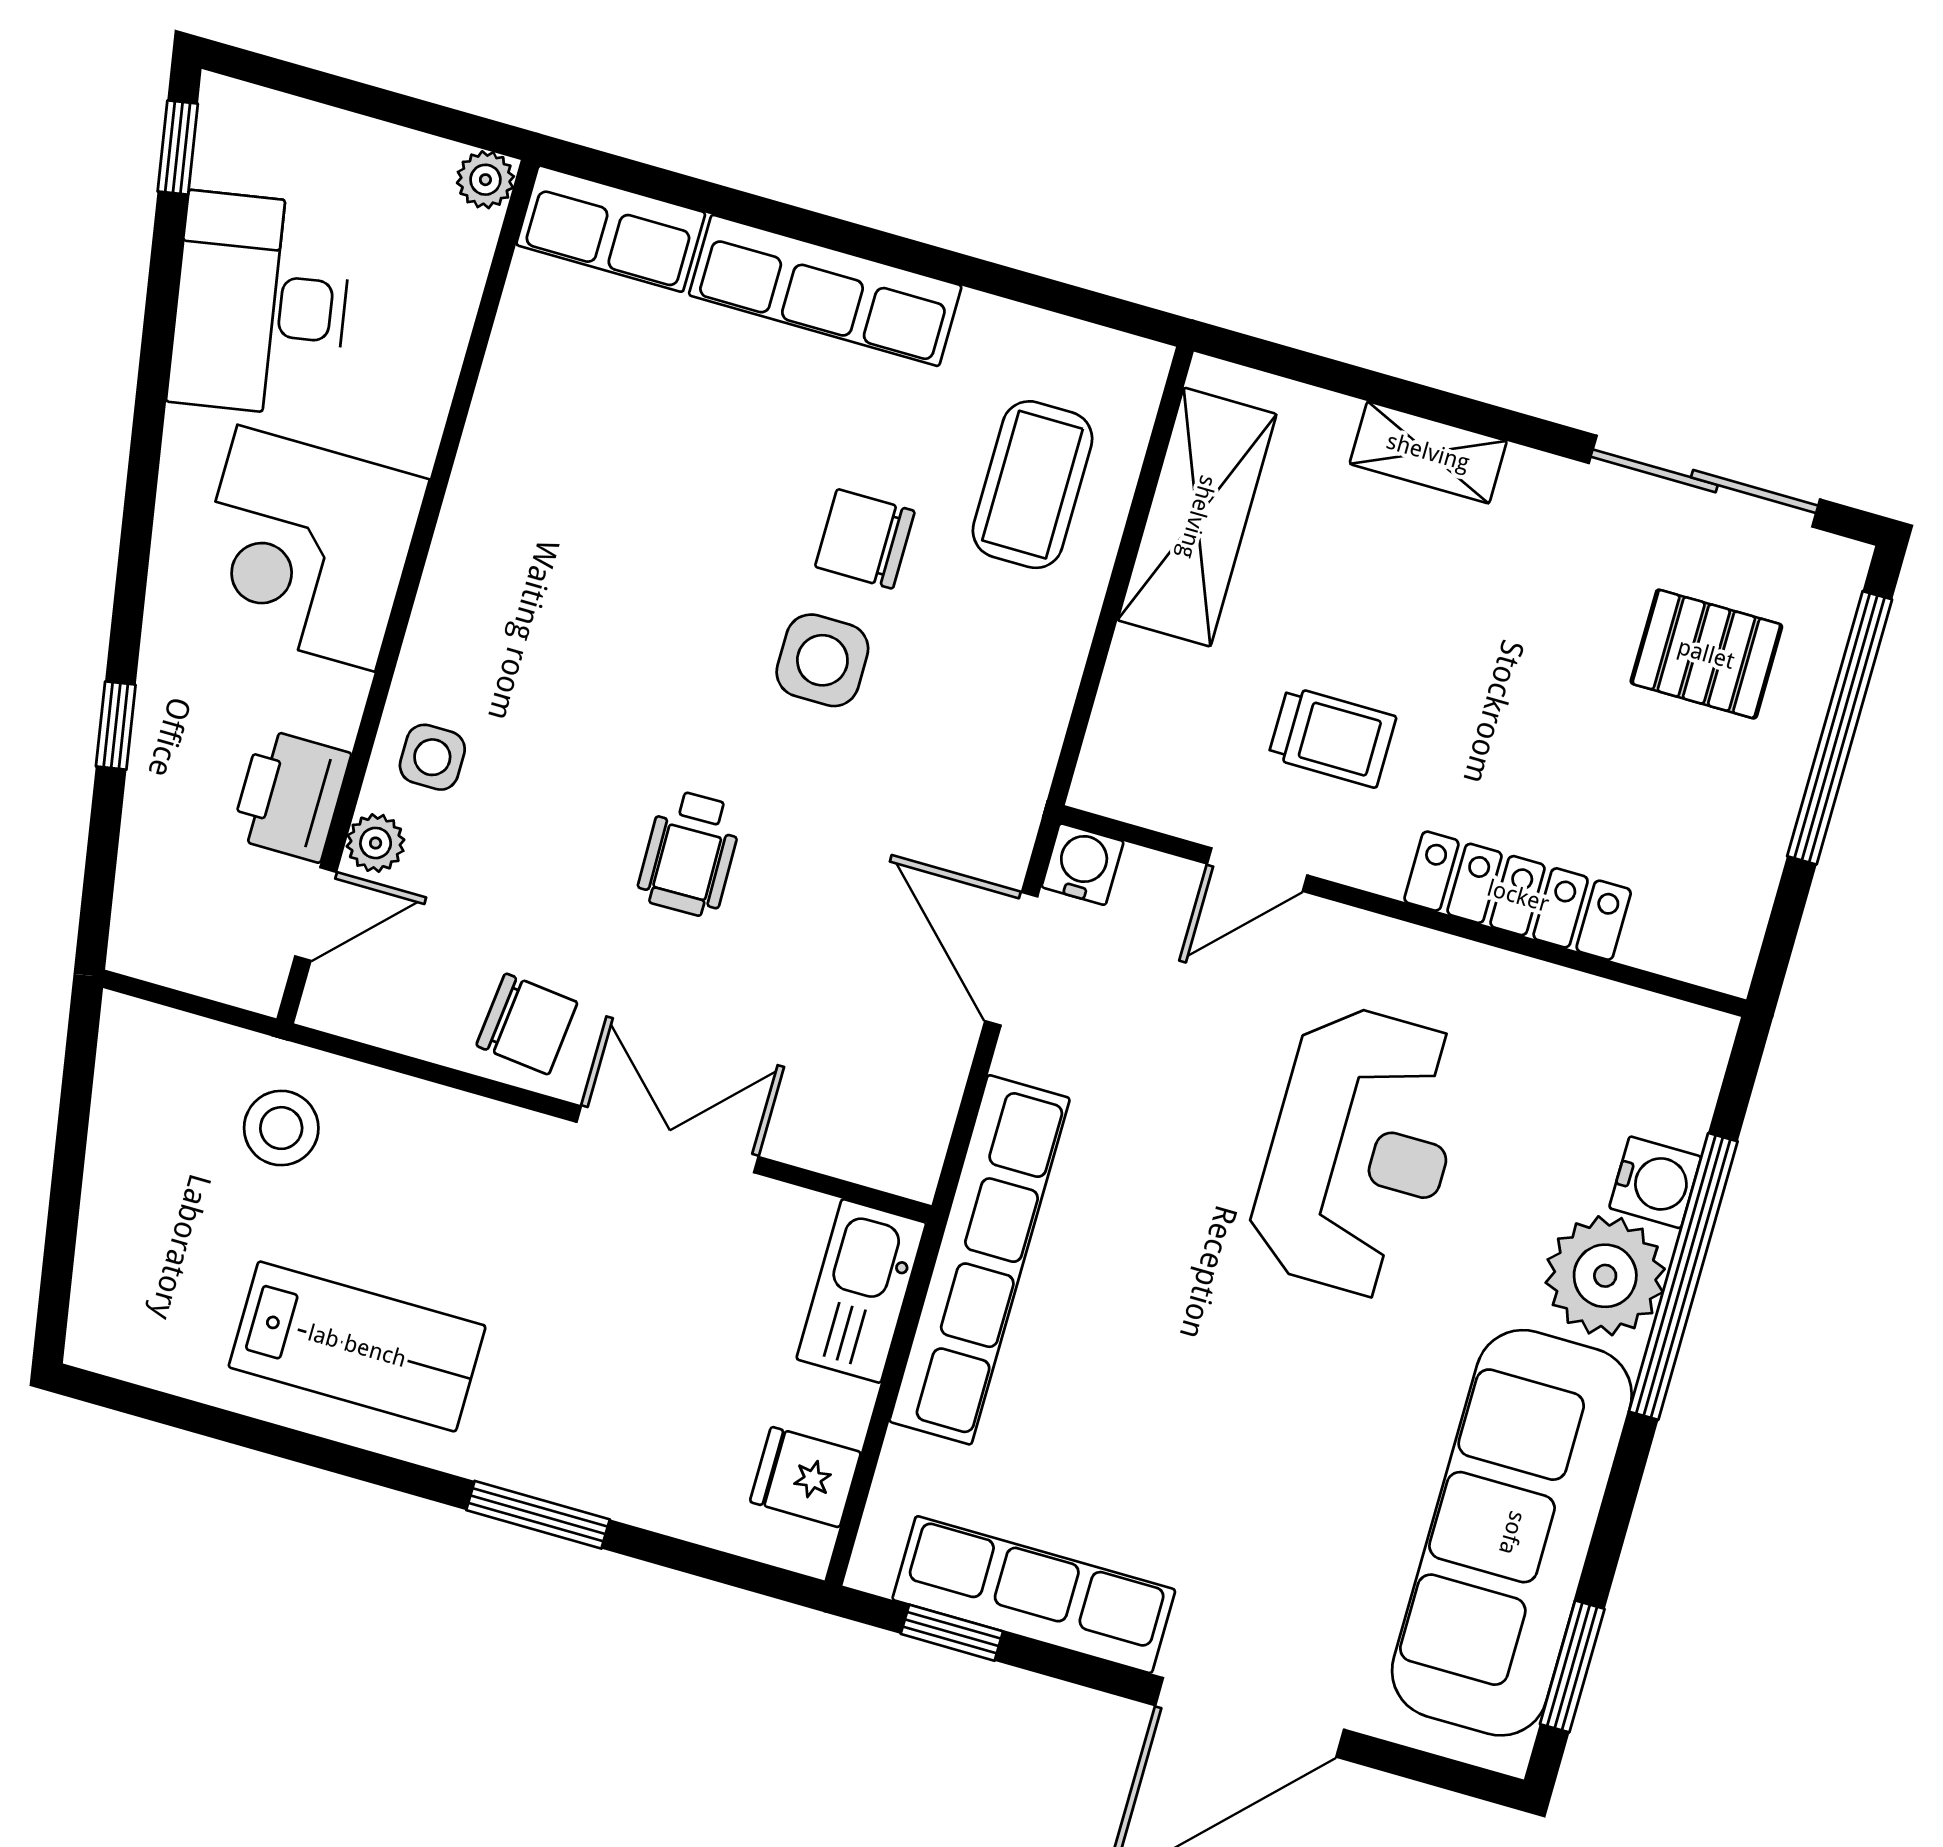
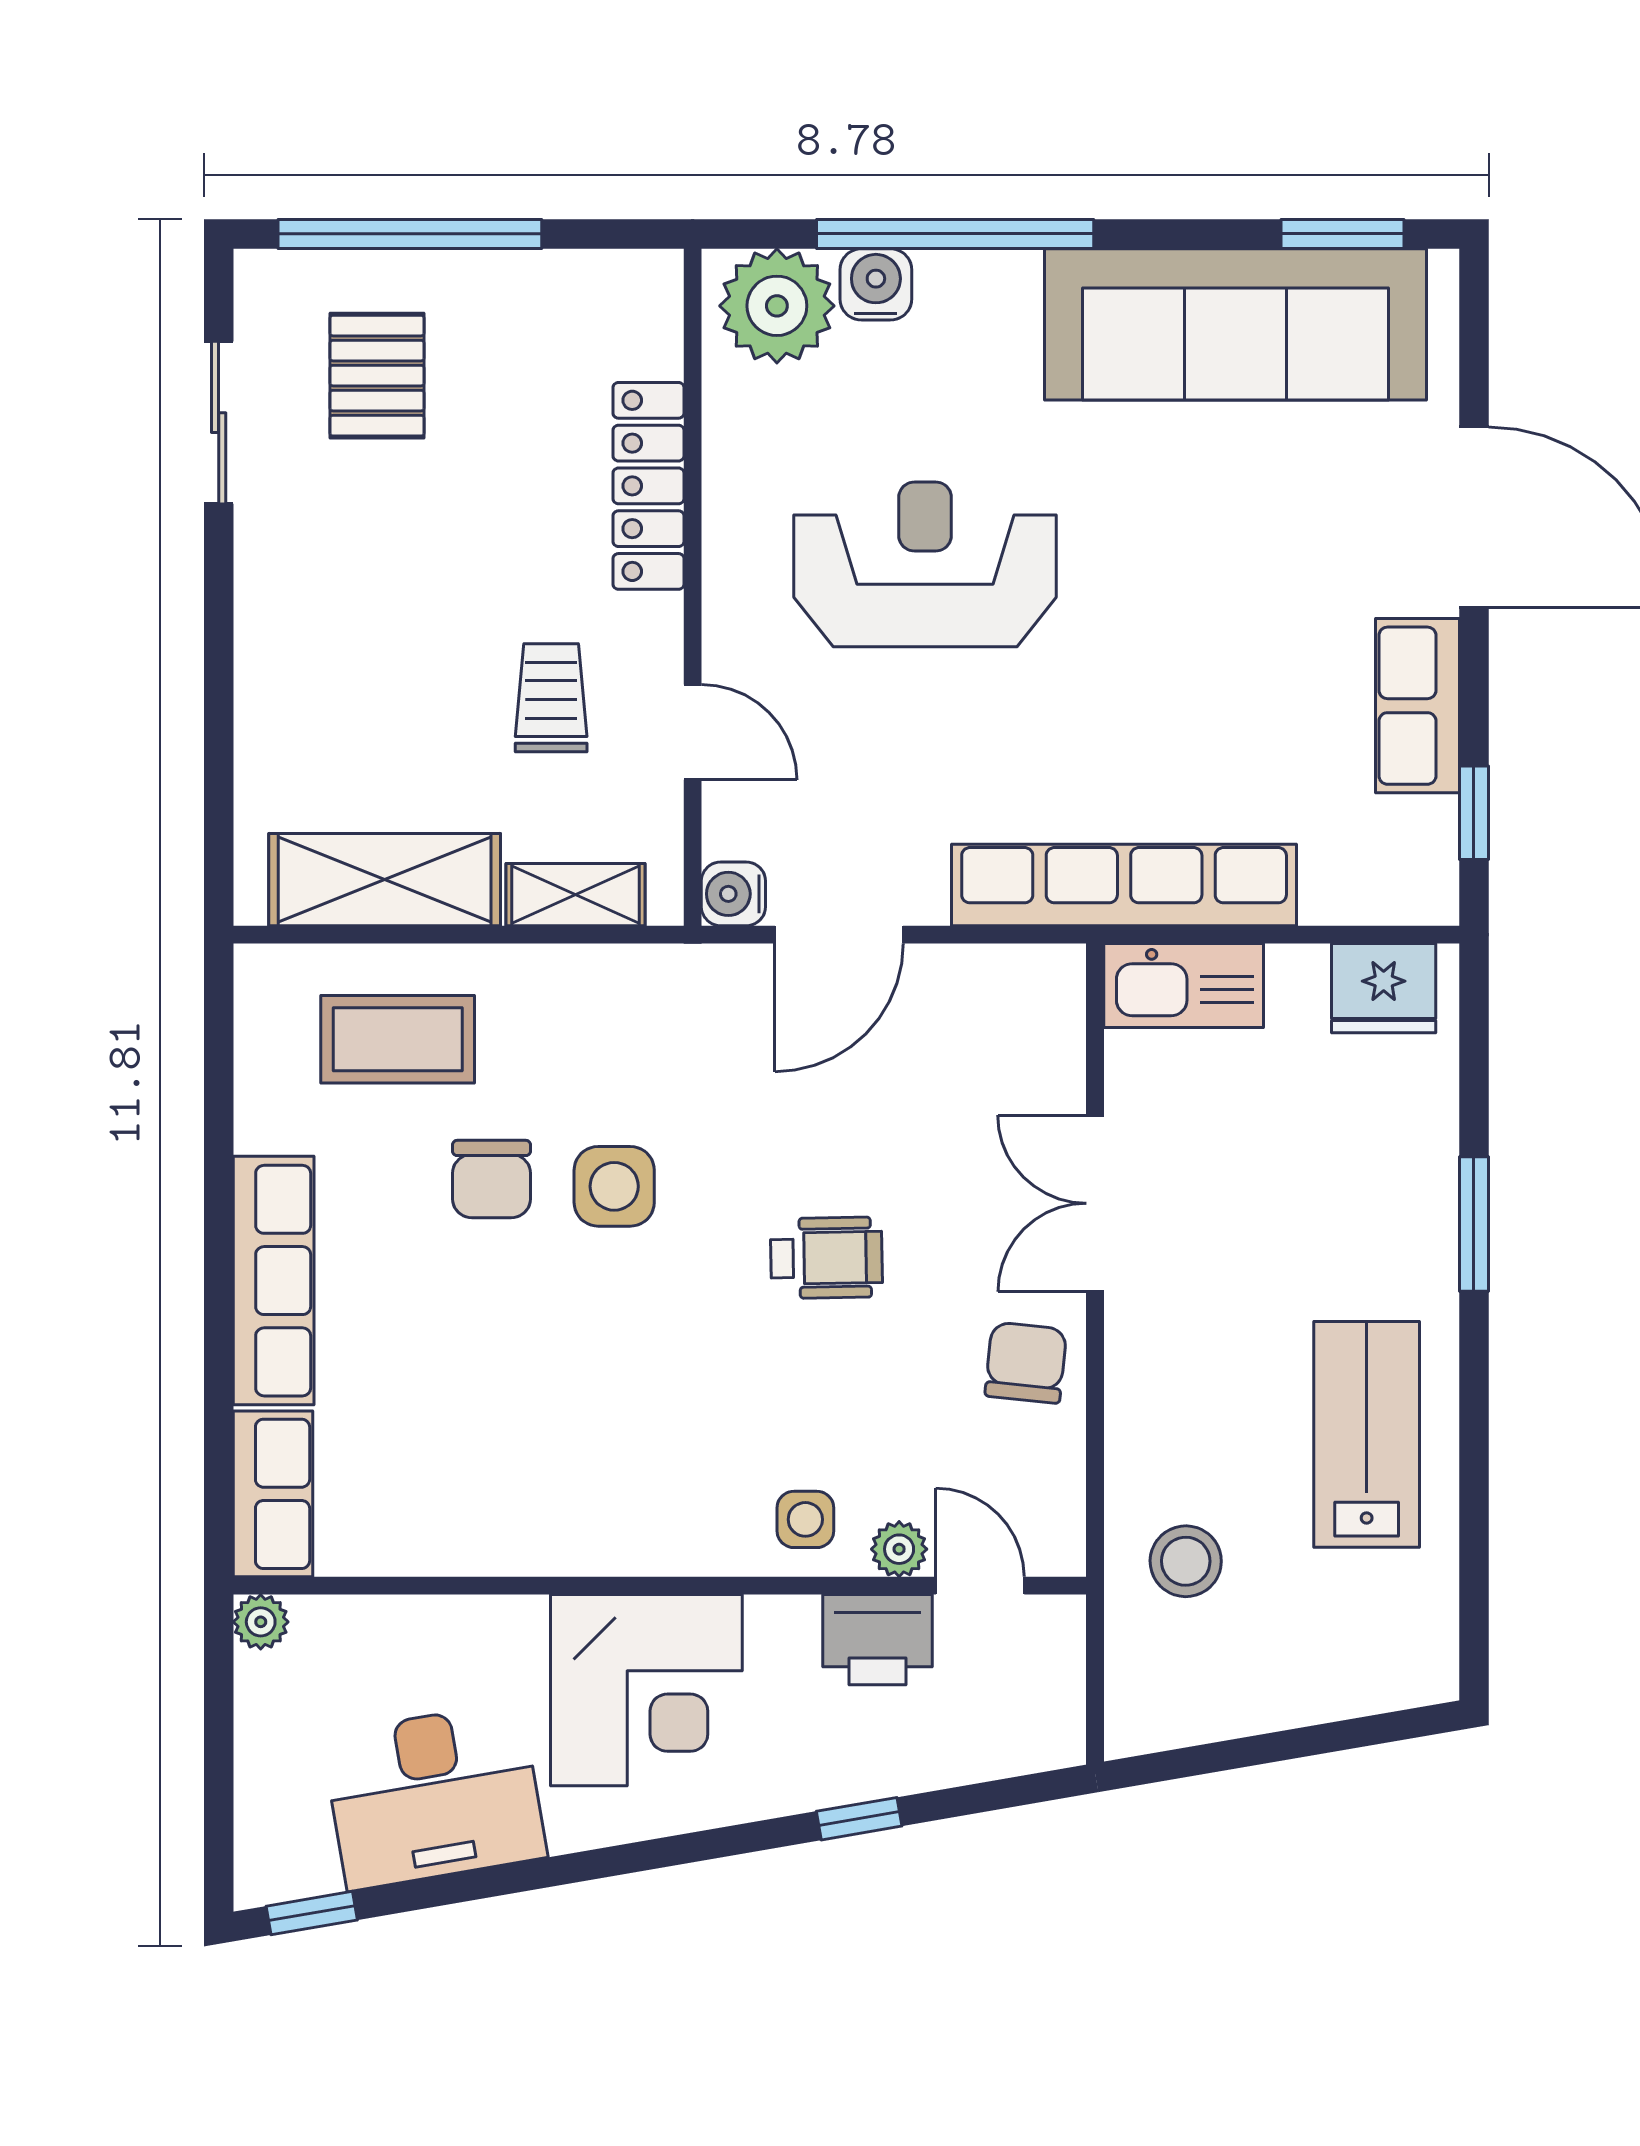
shelving: (1428, 452) -> (576, 895), moved, turned 90
sliding door: (1704, 481) -> (219, 423), width x0.73
plant: (1605, 1276) -> (777, 306), moved
fridge: (805, 1477) -> (1384, 988), width x1.38
row of seats: (1034, 1595) -> (1417, 706), width x0.68

